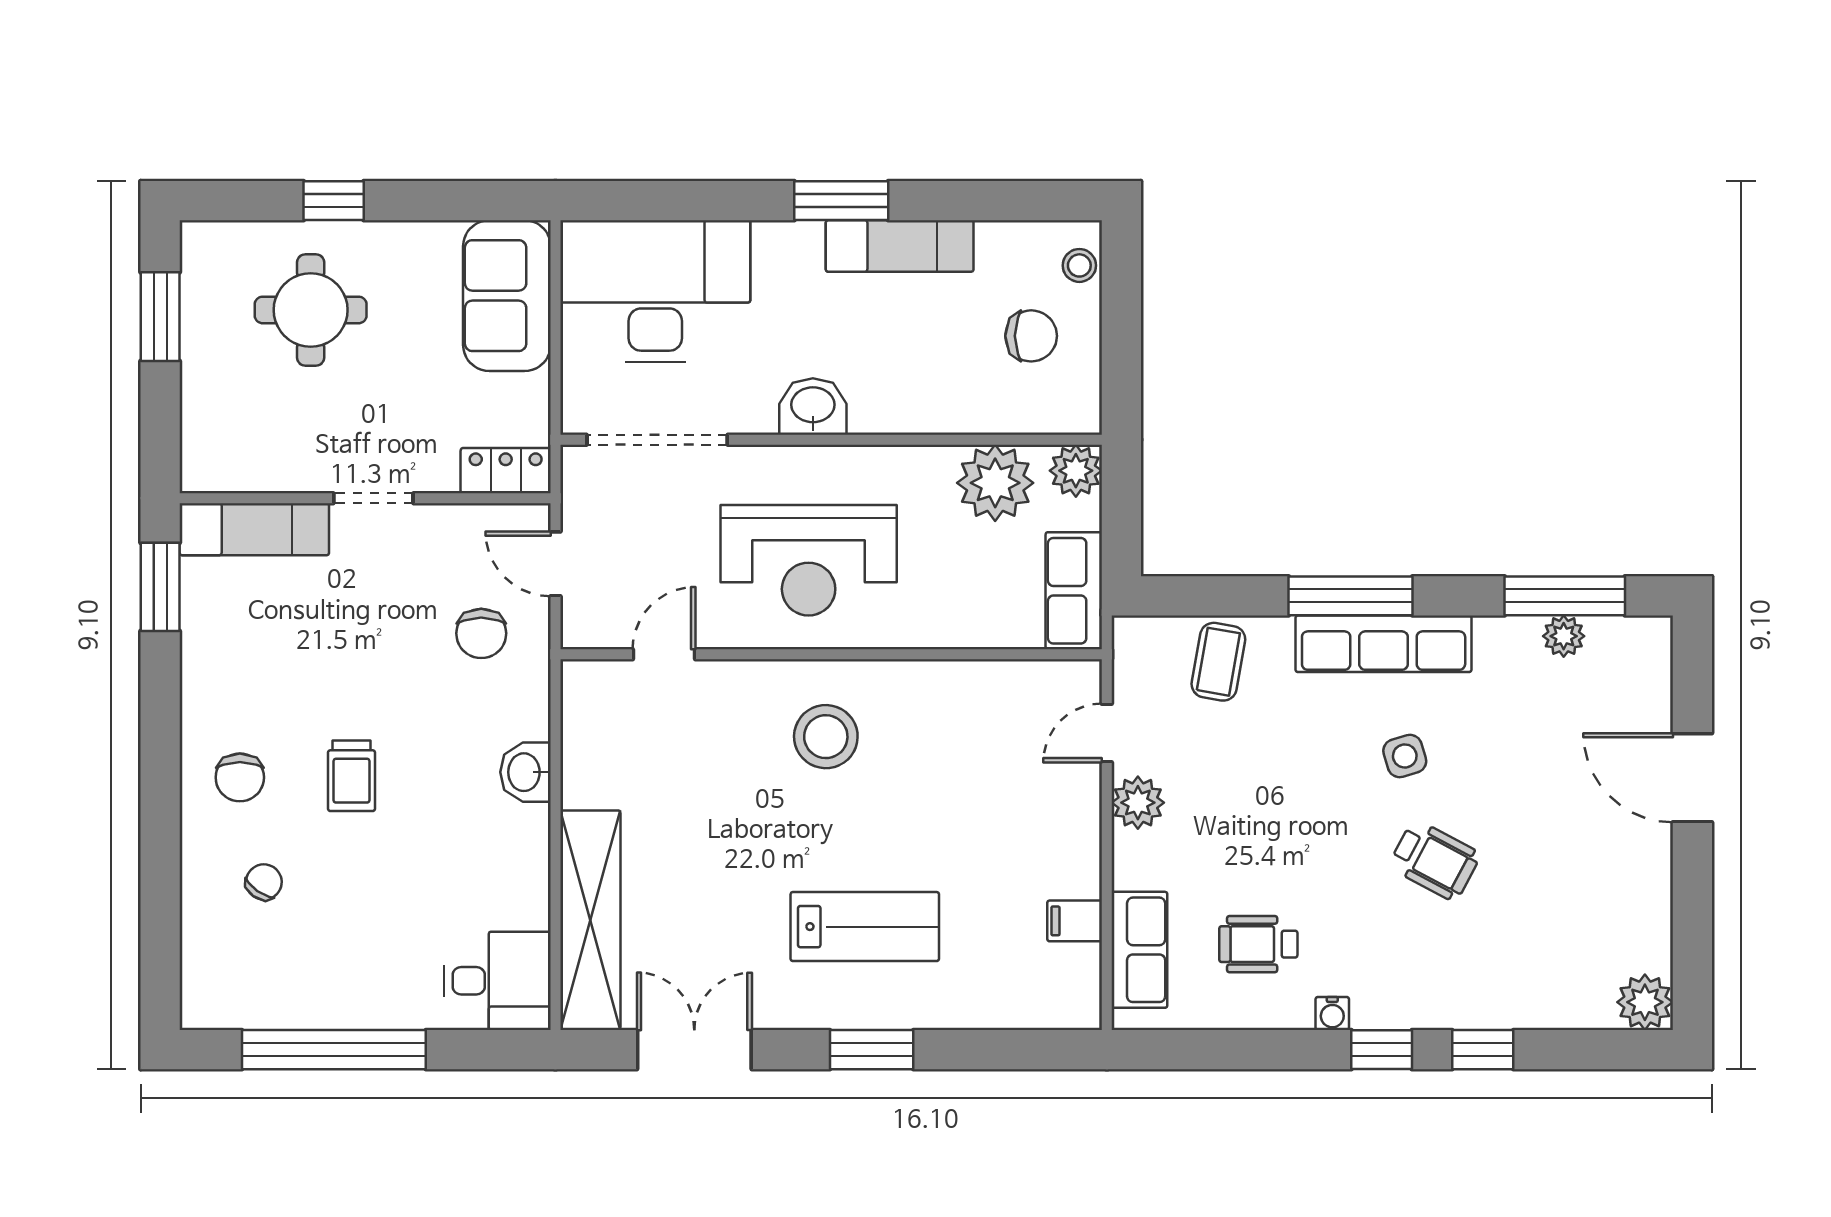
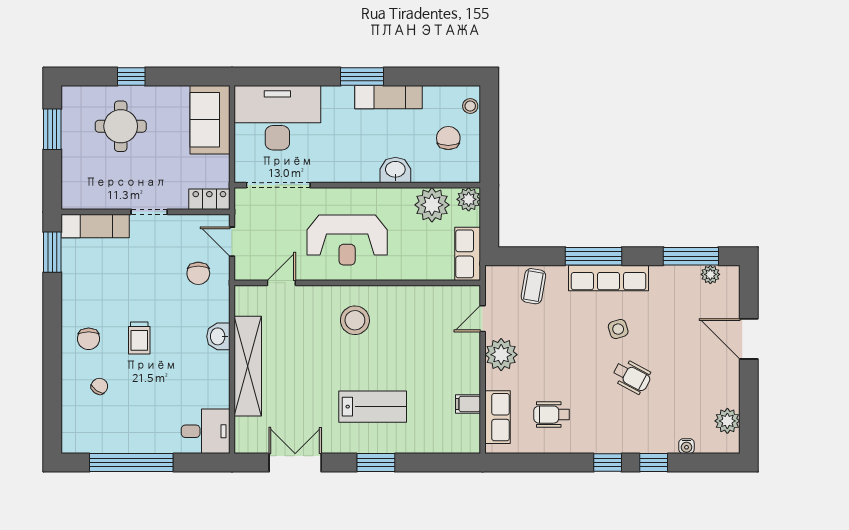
chair: (1031, 336) -> (448, 138), turned -90
washbasin: (813, 406) -> (395, 170), moved
plant: (1564, 636) -> (710, 274), moved
plant: (1138, 803) -> (501, 355), width x1.36, depth x1.36
shelving: (590, 920) -> (248, 366), moved
plant: (1645, 1002) -> (727, 421), moved
water cooler: (1332, 1013) -> (686, 446), moved

